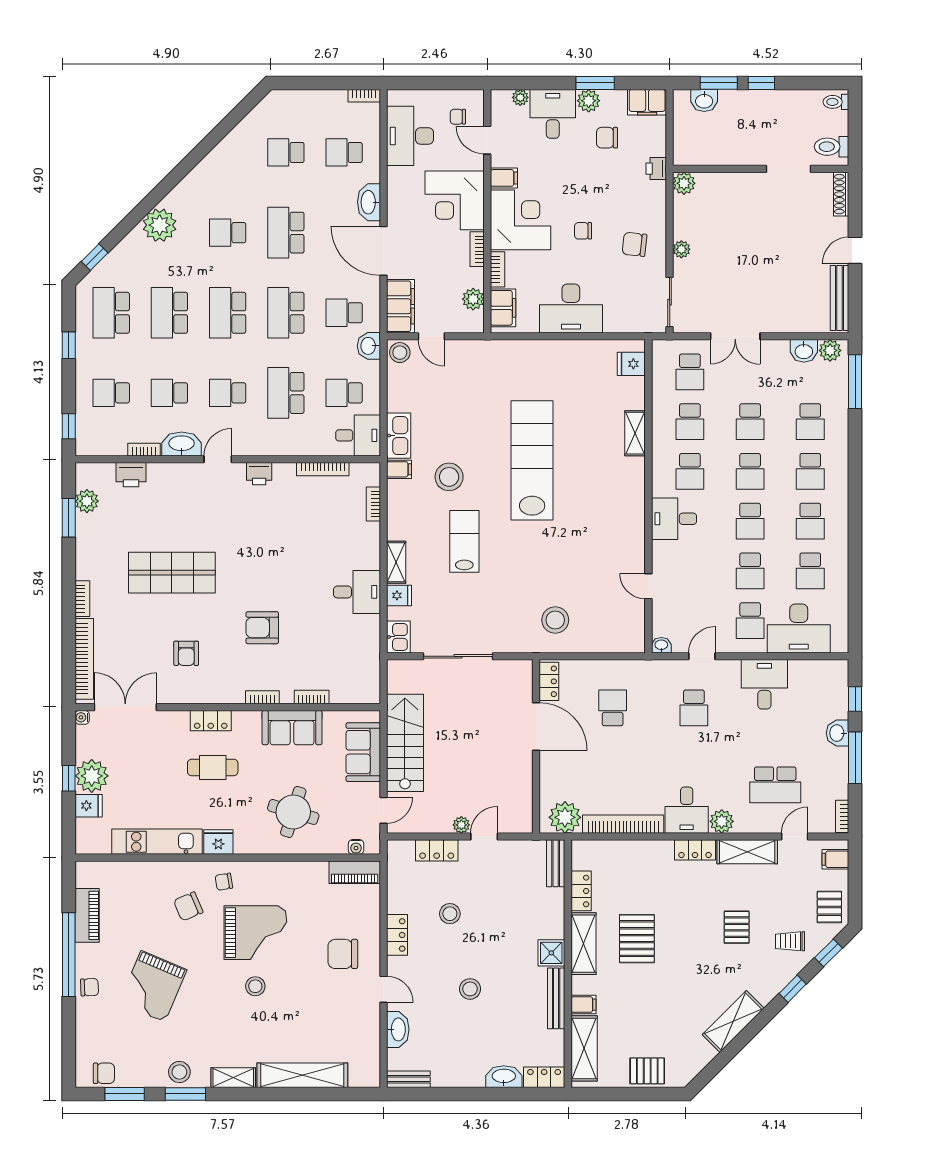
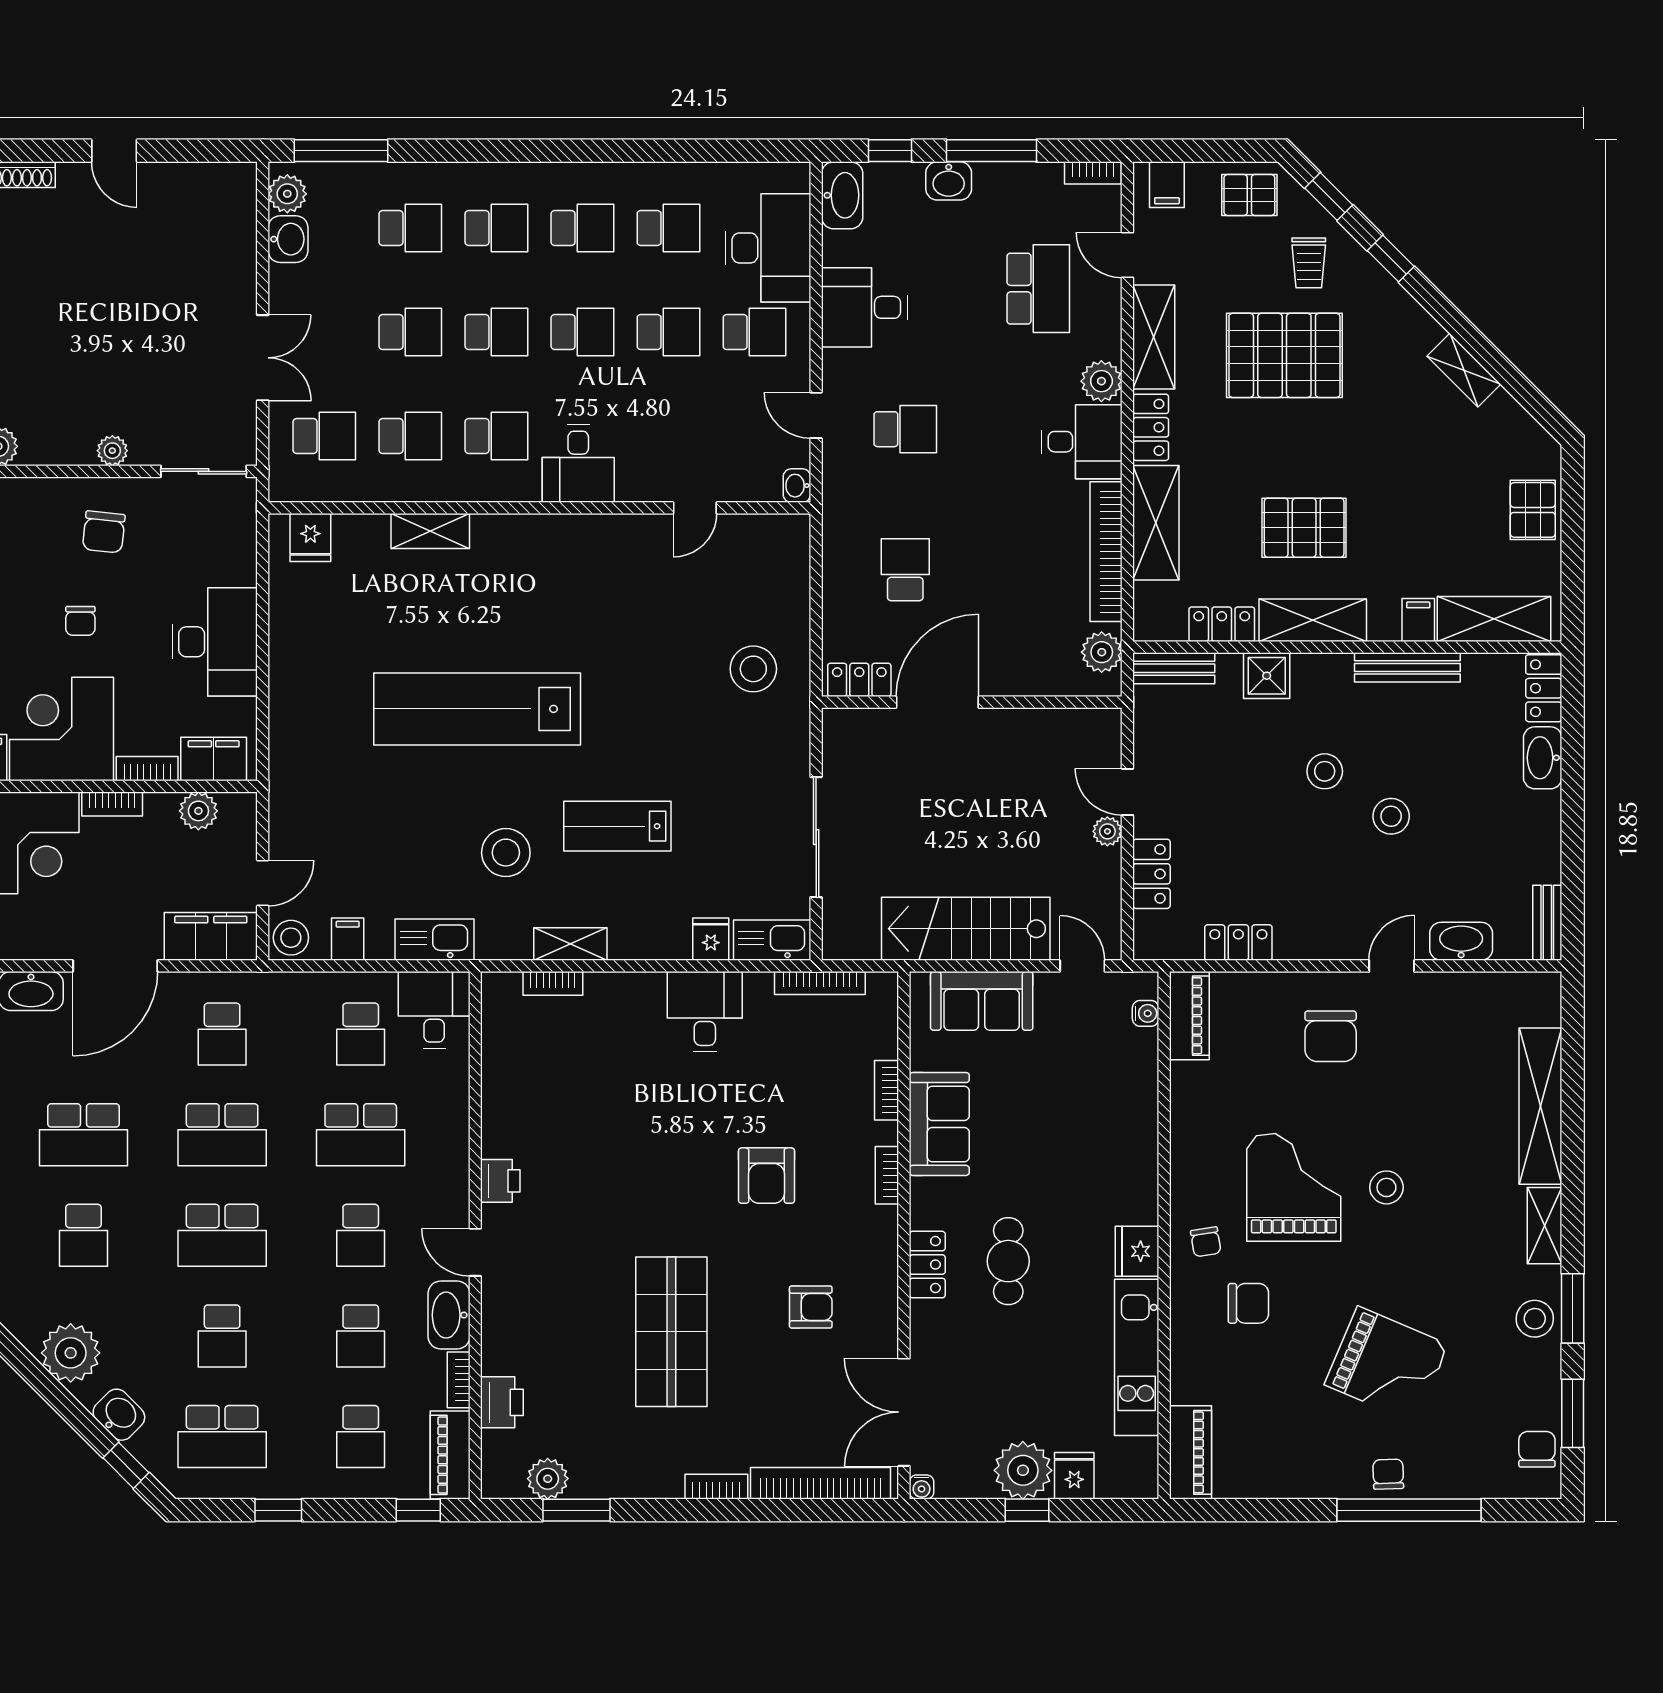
bench: (839, 298) -> (197, 177), removed
school desk: (169, 313) -> (222, 1336), width x0.54
washbasin: (369, 346) -> (119, 1415), moved, turned -135
piano: (101, 445) -> (450, 1455), added
bookcase: (323, 469) -> (820, 983), moved, turned 90
filing cabinet: (399, 469) -> (348, 939), moved
shelving: (396, 562) -> (570, 944), moved
kitchen sink: (398, 637) -> (772, 940), width x1.38
washbasin: (829, 671) -> (842, 195), added
school desk: (613, 708) -> (905, 570), turned 90
round table: (293, 812) -> (1085, 1122), removed
plant: (565, 817) -> (1102, 652), width x0.73, depth x0.73
shelving: (640, 853) -> (1156, 523), added
chair: (188, 906) -> (1248, 1303), turned -67
stool: (450, 914) -> (1325, 771), moved
piano: (87, 915) -> (1191, 1452), moved, turned 90
pallet: (737, 927) -> (1284, 355), width x2.05, depth x2.00
locker: (397, 935) -> (1238, 943), moved
shower: (551, 953) -> (1267, 676), moved
window: (69, 955) -> (1409, 1510), moved
shelving: (733, 1021) -> (1464, 370), width x0.67, depth x0.75

